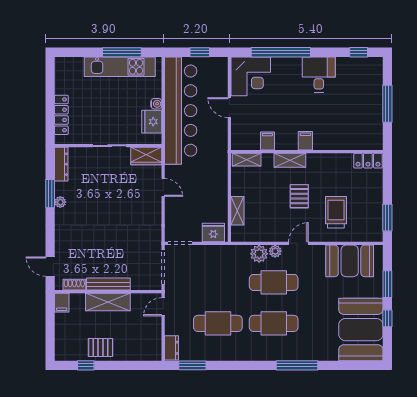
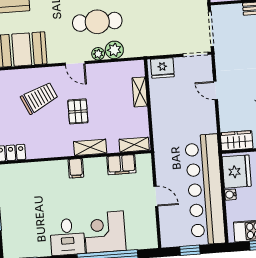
corner desk: (251, 76) -> (105, 232), moved
fridge: (152, 122) -> (237, 172), width x1.36, depth x1.34
filing cabinet: (267, 141) -> (121, 165), width x2.00
door: (163, 187) -> (216, 90), moved
trolley: (336, 212) -> (39, 98), turned -115
door: (298, 243) -> (75, 63), hinge flipped

